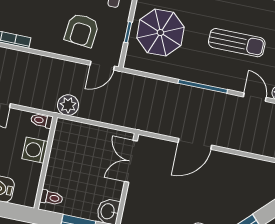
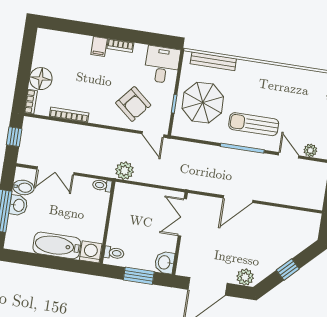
armchair: (82, 30) -> (133, 104), turned -56
sun lounger: (237, 43) -> (254, 124), moved, turned 180
door: (102, 66) -> (153, 134), hinge flipped
washing machine: (35, 150) -> (91, 252), moved, turned 90

